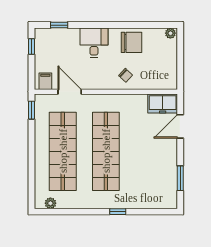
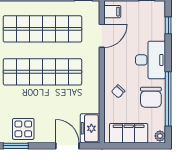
window: (133, 25) -> (168, 99), added
desk: (94, 43) -> (150, 60), width x1.37
filing cabinet: (168, 65) -> (129, 133), added
display table: (163, 171) -> (23, 129), added

